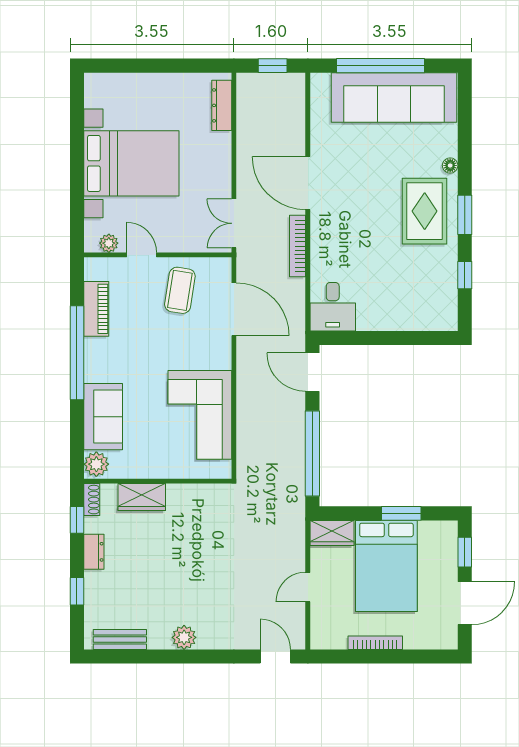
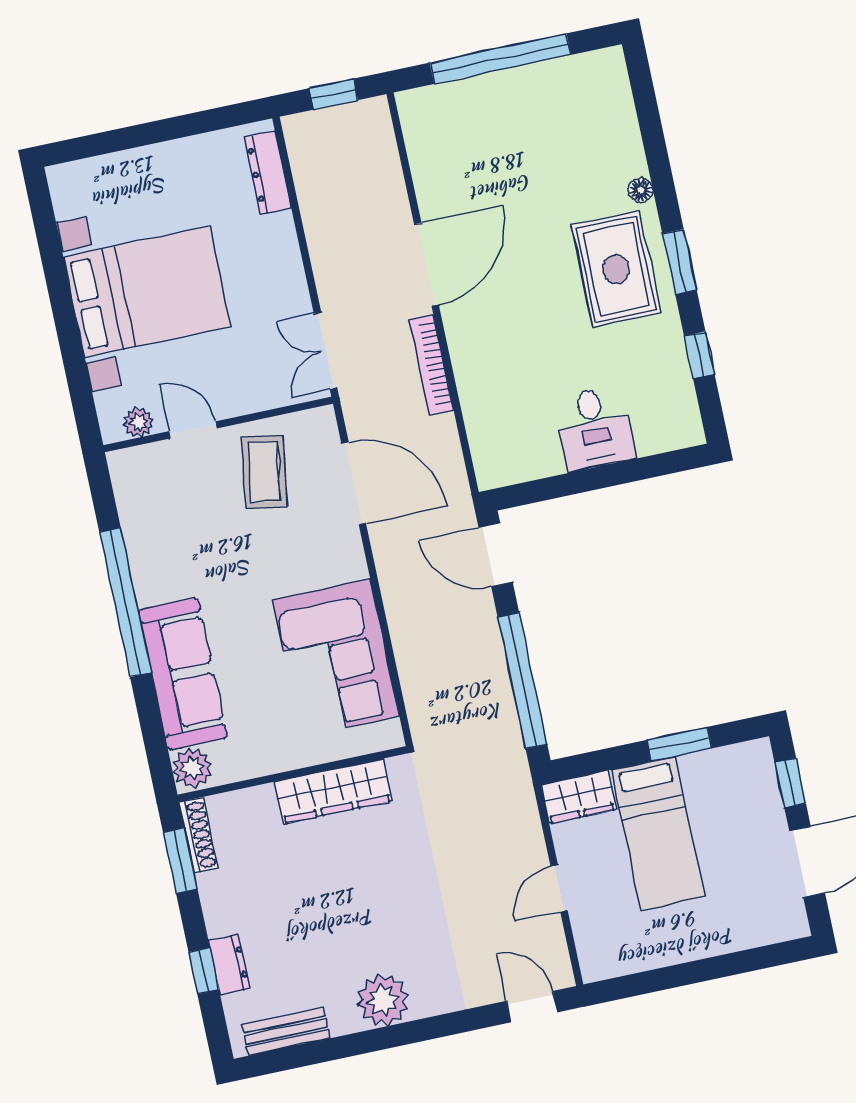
sofa: (394, 97) -> (531, 103), removed
door: (308, 183) -> (426, 264), swing flipped
desk: (333, 307) -> (594, 428), moved
piano: (96, 309) -> (141, 528), removed
sofa: (103, 417) -> (183, 674), width x1.36
wardrobe: (142, 497) -> (333, 791), moved, width x1.50
shoe rack: (92, 500) -> (199, 835), width x1.43
window: (77, 520) -> (180, 861), width x1.50
dresser: (94, 552) -> (230, 964), moved
bed: (386, 566) -> (658, 834), width x0.67
plant: (184, 637) -> (383, 1000), width x1.36, depth x1.36
bookcase: (375, 643) -> (682, 952), removed

